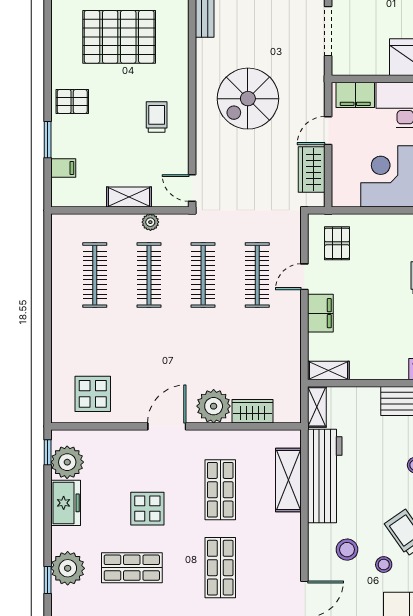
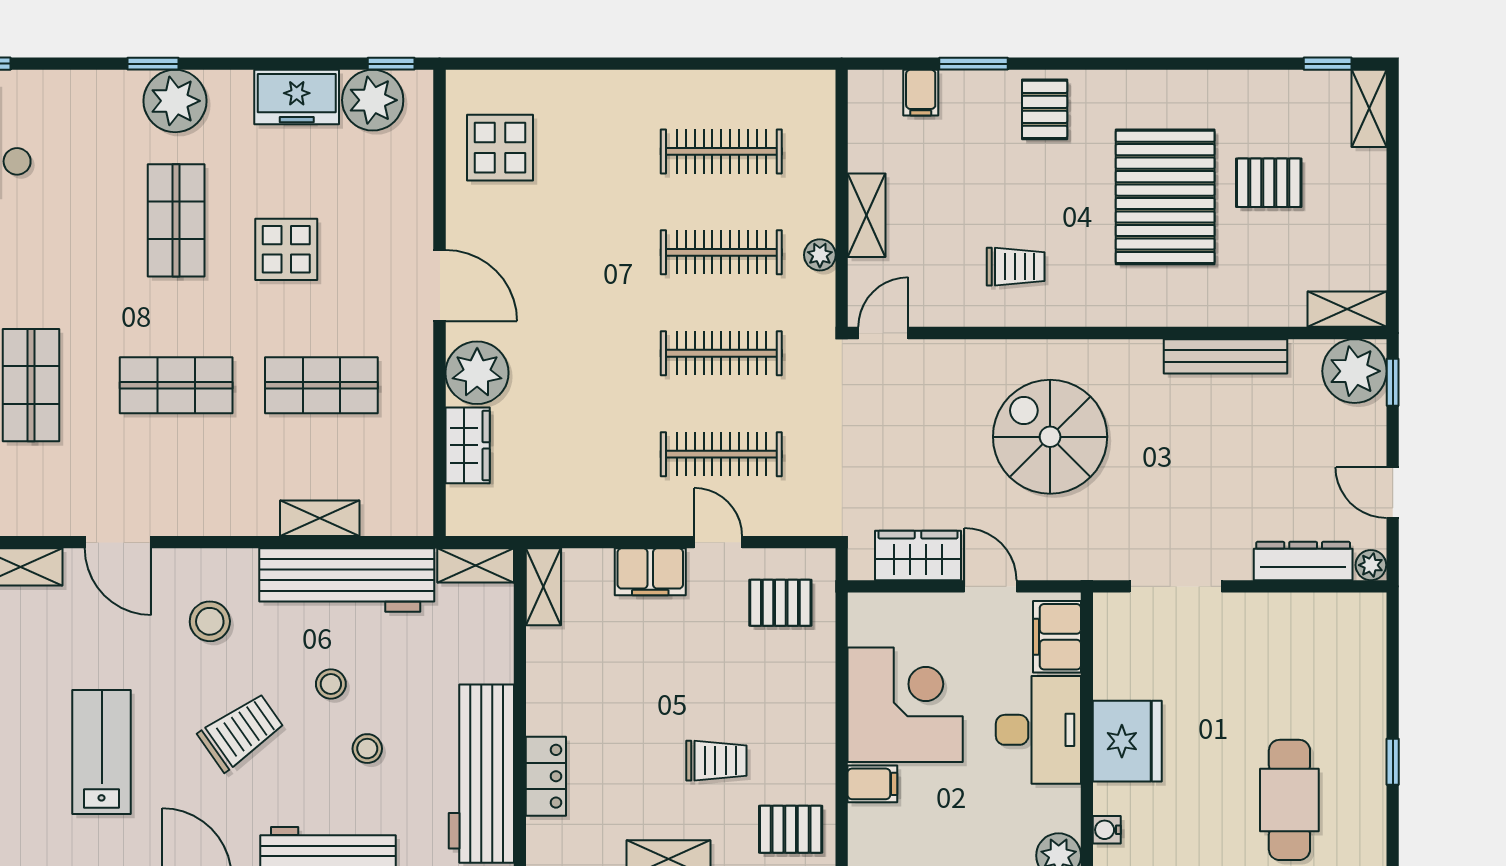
shelving: (288, 480) -> (320, 518), width x0.67, depth x0.75
stool: (384, 565) -> (331, 684), moved

